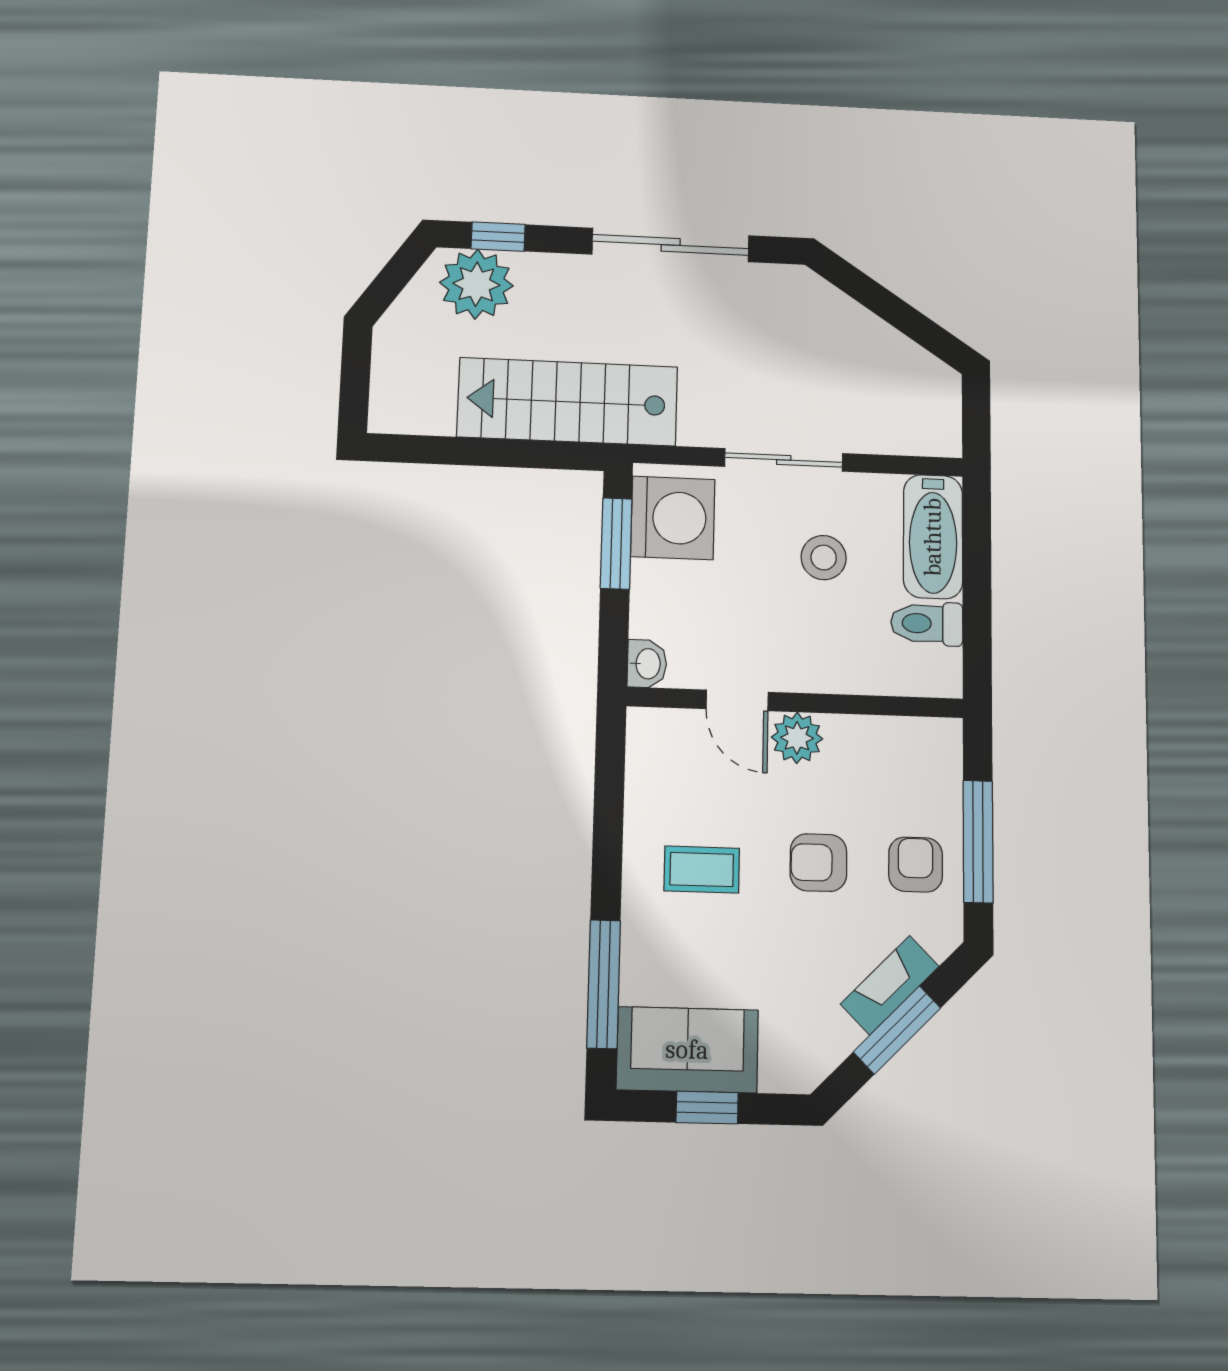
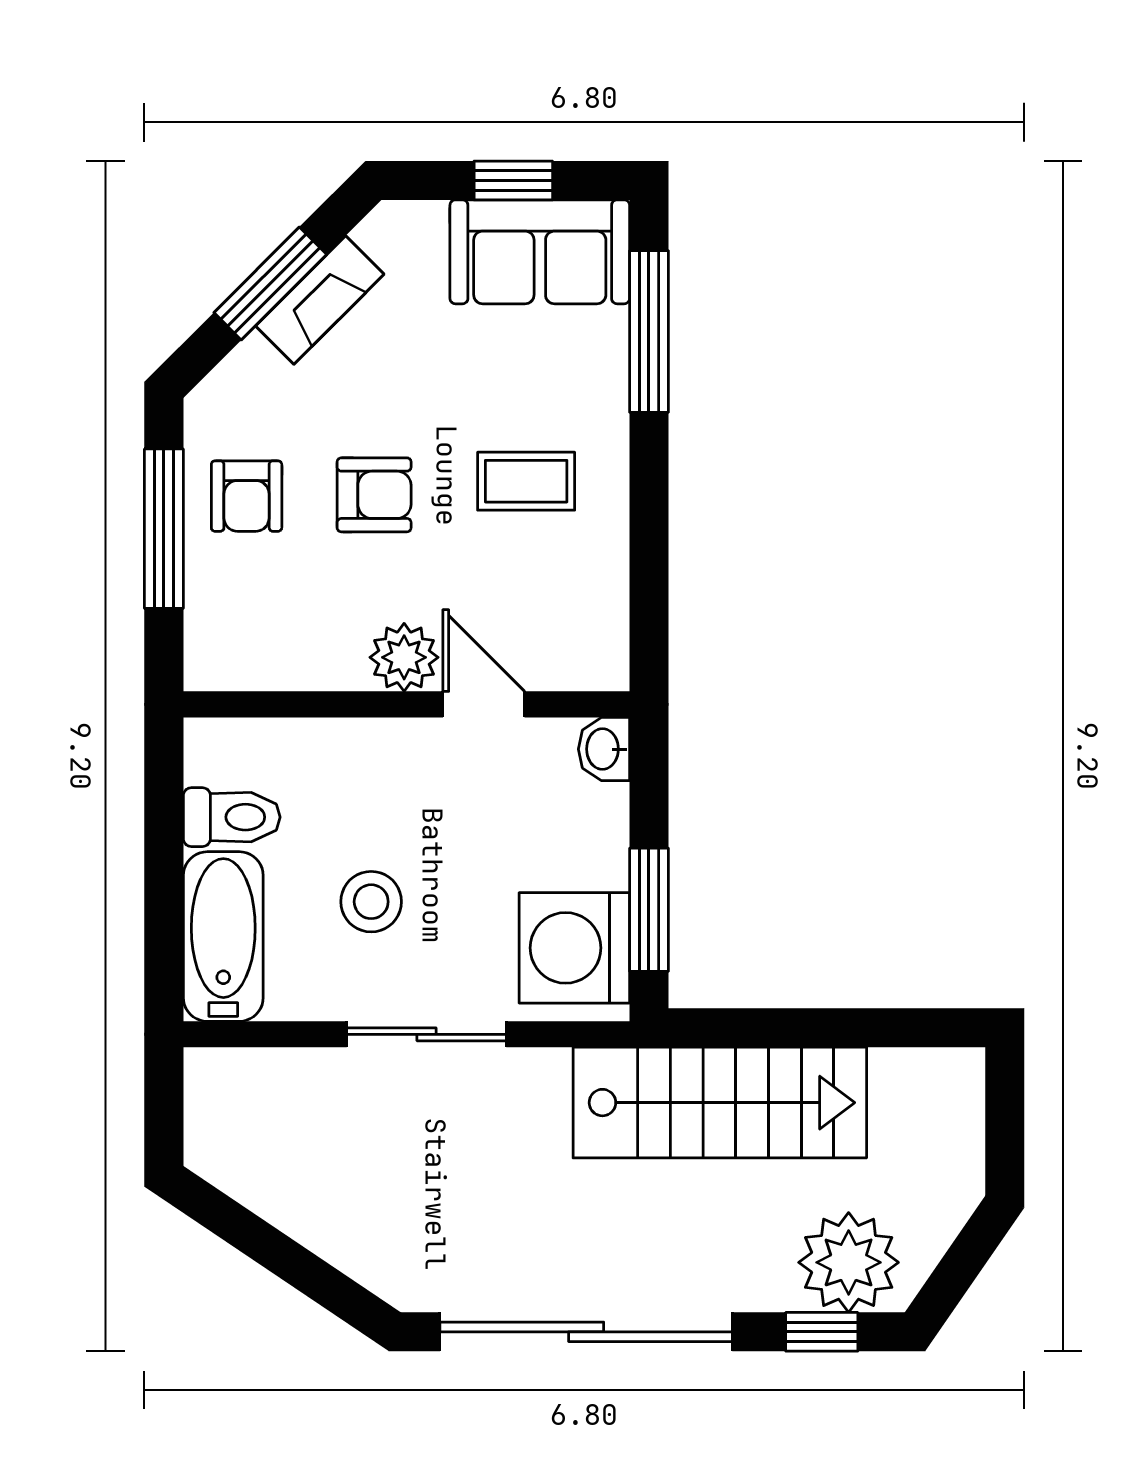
sliding door: (671, 245) -> (586, 1332), width x1.36
fireplace: (890, 985) -> (320, 300), moved

